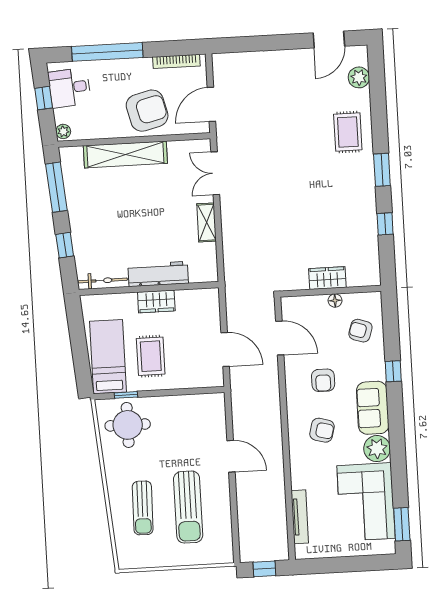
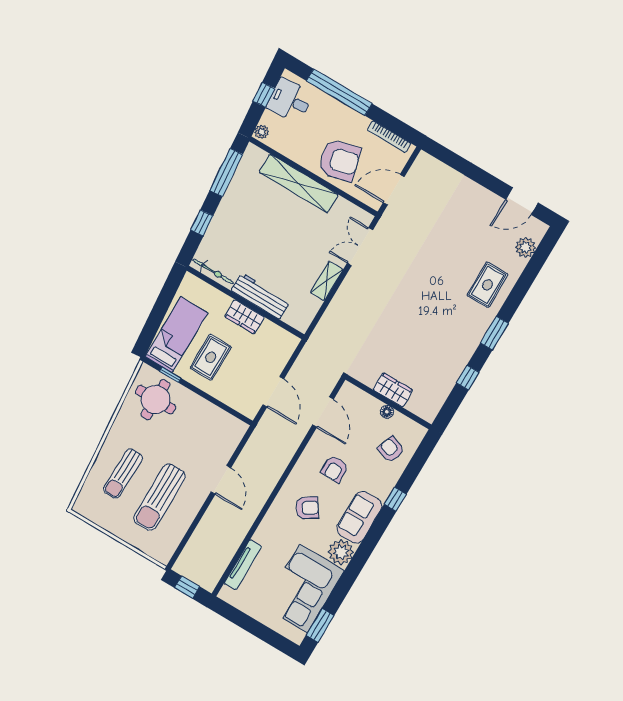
armchair: (322, 430) -> (307, 508), turned -48

